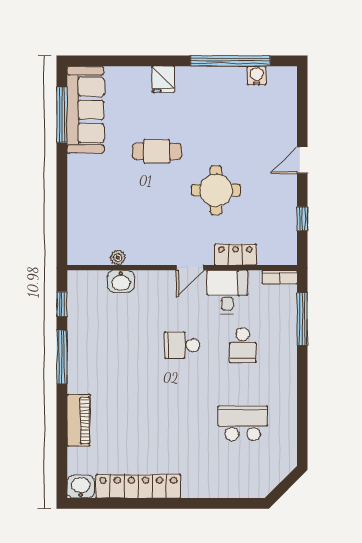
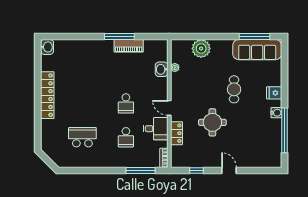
water cooler: (257, 75) -> (276, 113), moved
plant: (84, 210) -> (201, 48), added
window: (62, 304) -> (149, 36), removed
school desk: (182, 345) -> (126, 103), turned 180
school desk: (243, 345) -> (126, 137), turned -90
piano: (79, 420) -> (129, 46), moved
school desk: (243, 423) -> (82, 137), turned -90
locker: (138, 486) -> (47, 95), moved

